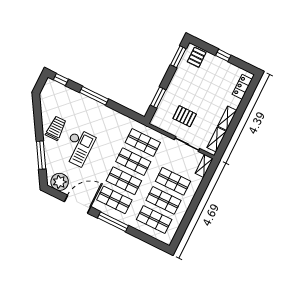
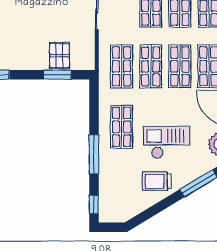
pallet: (185, 116) -> (59, 55), moved
shop shelf: (103, 123) -> (122, 127), added

